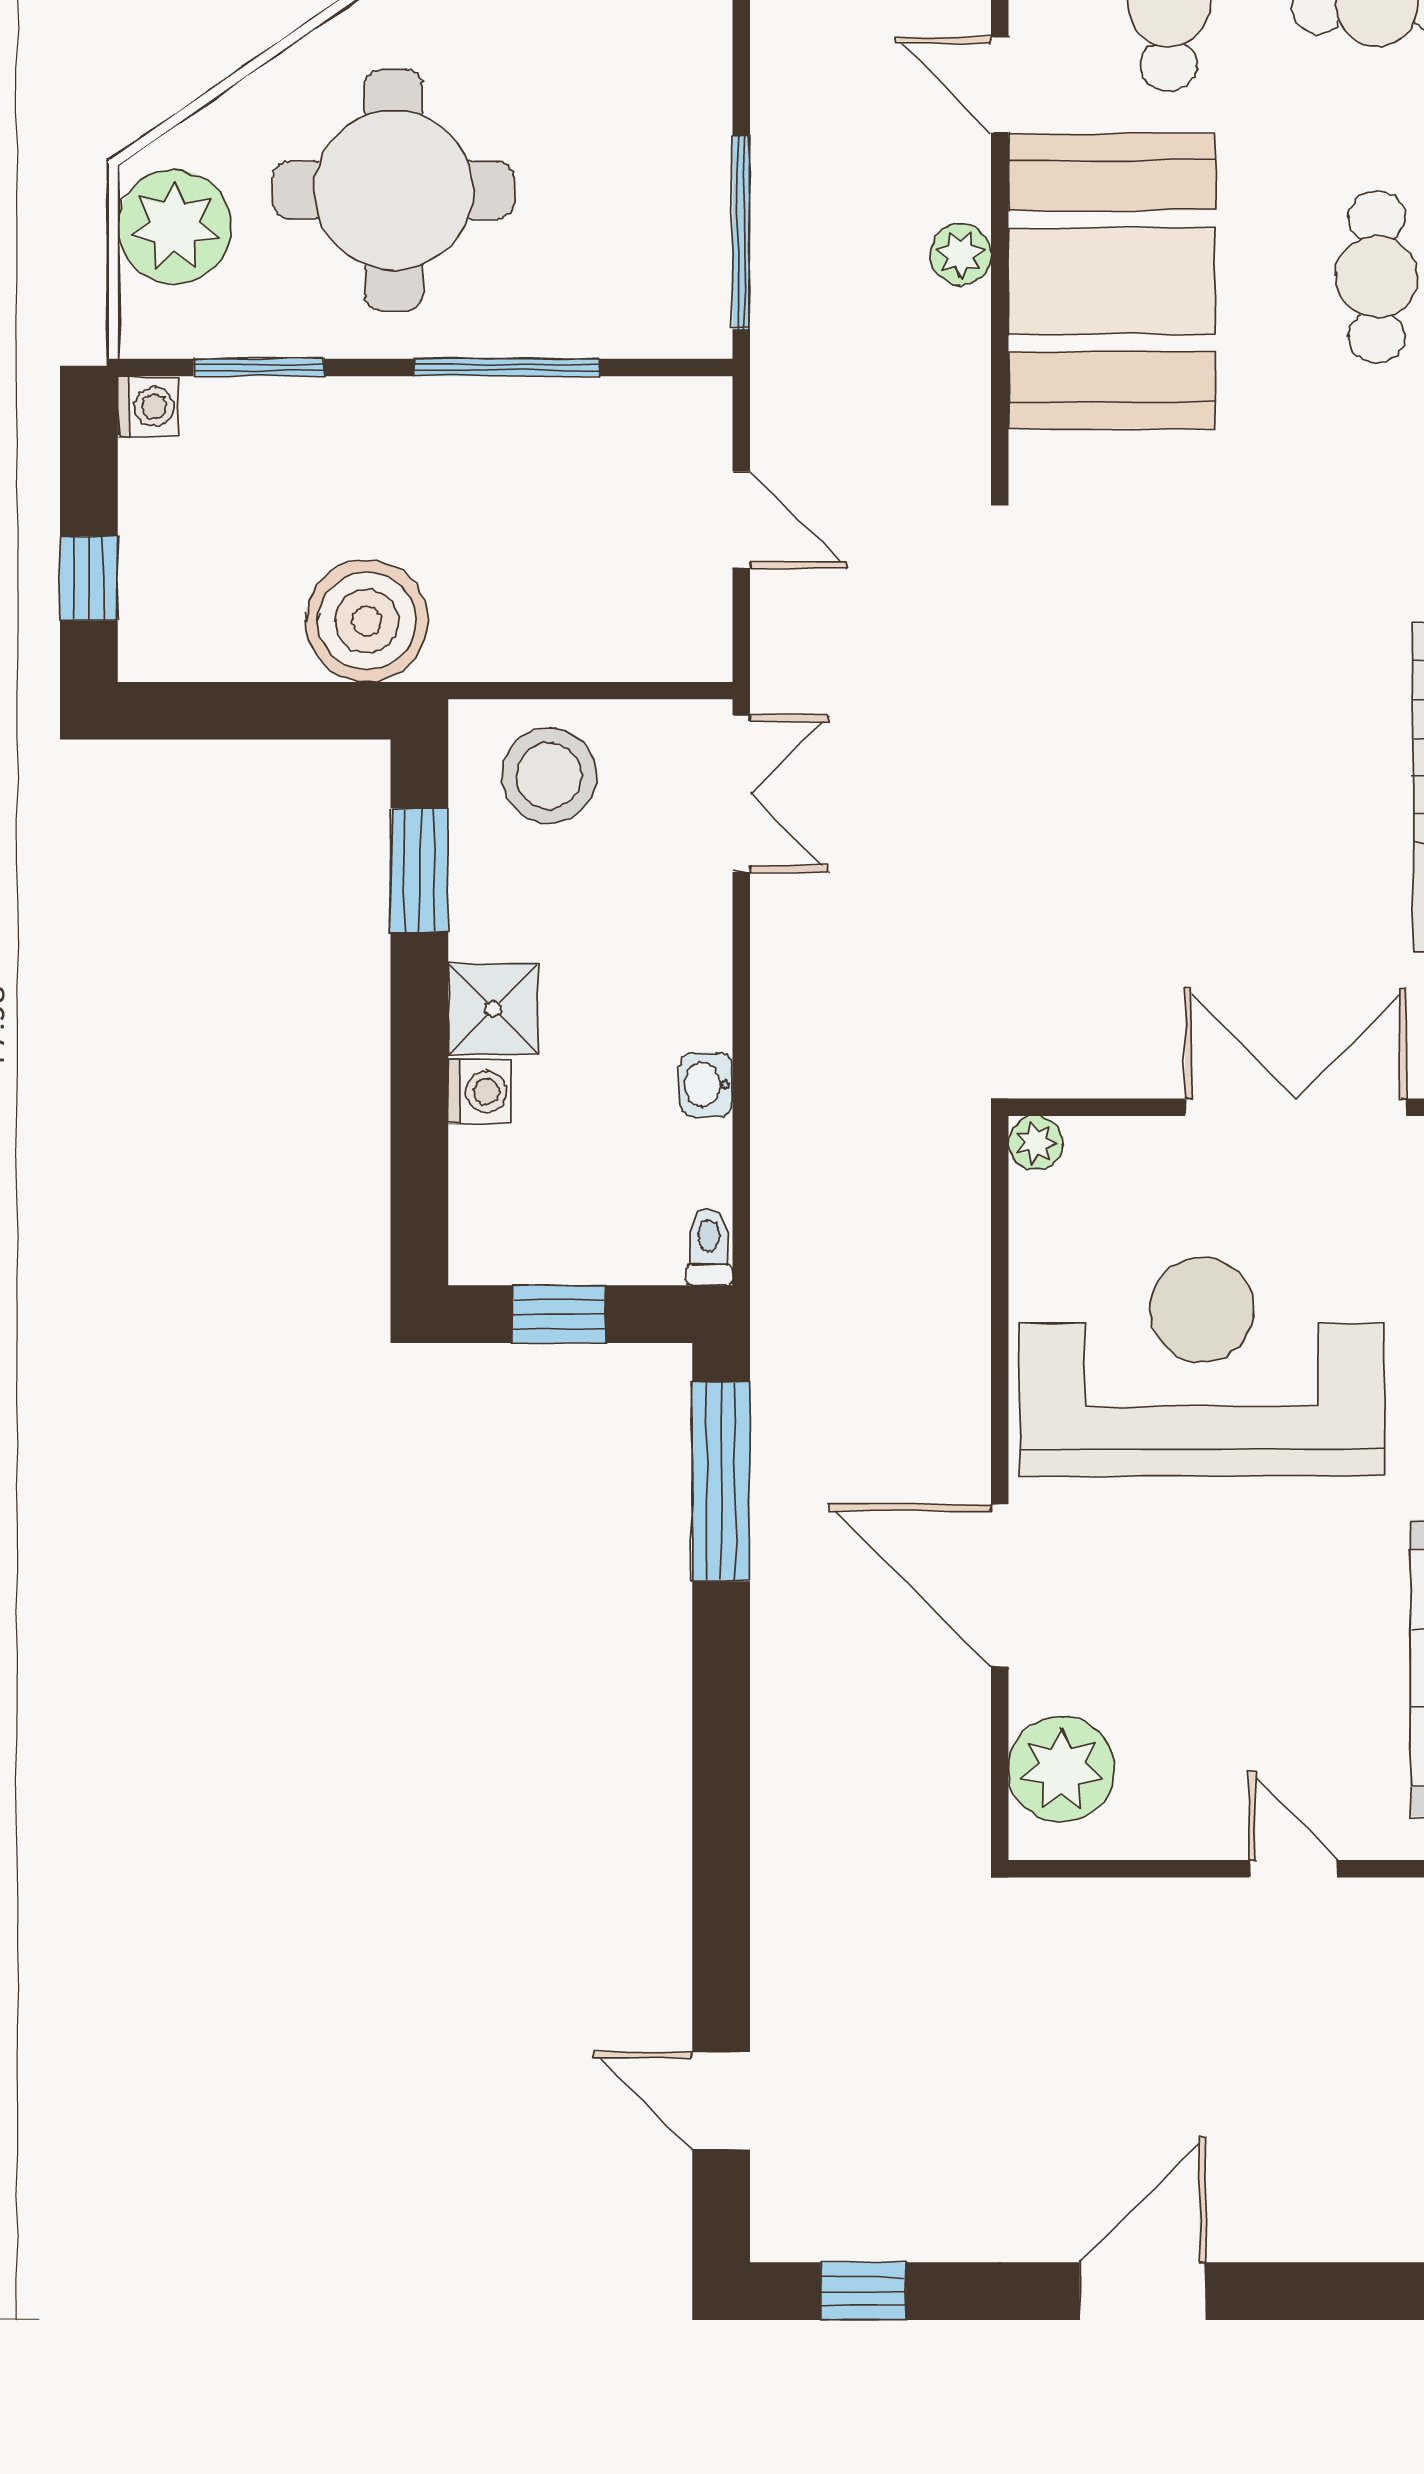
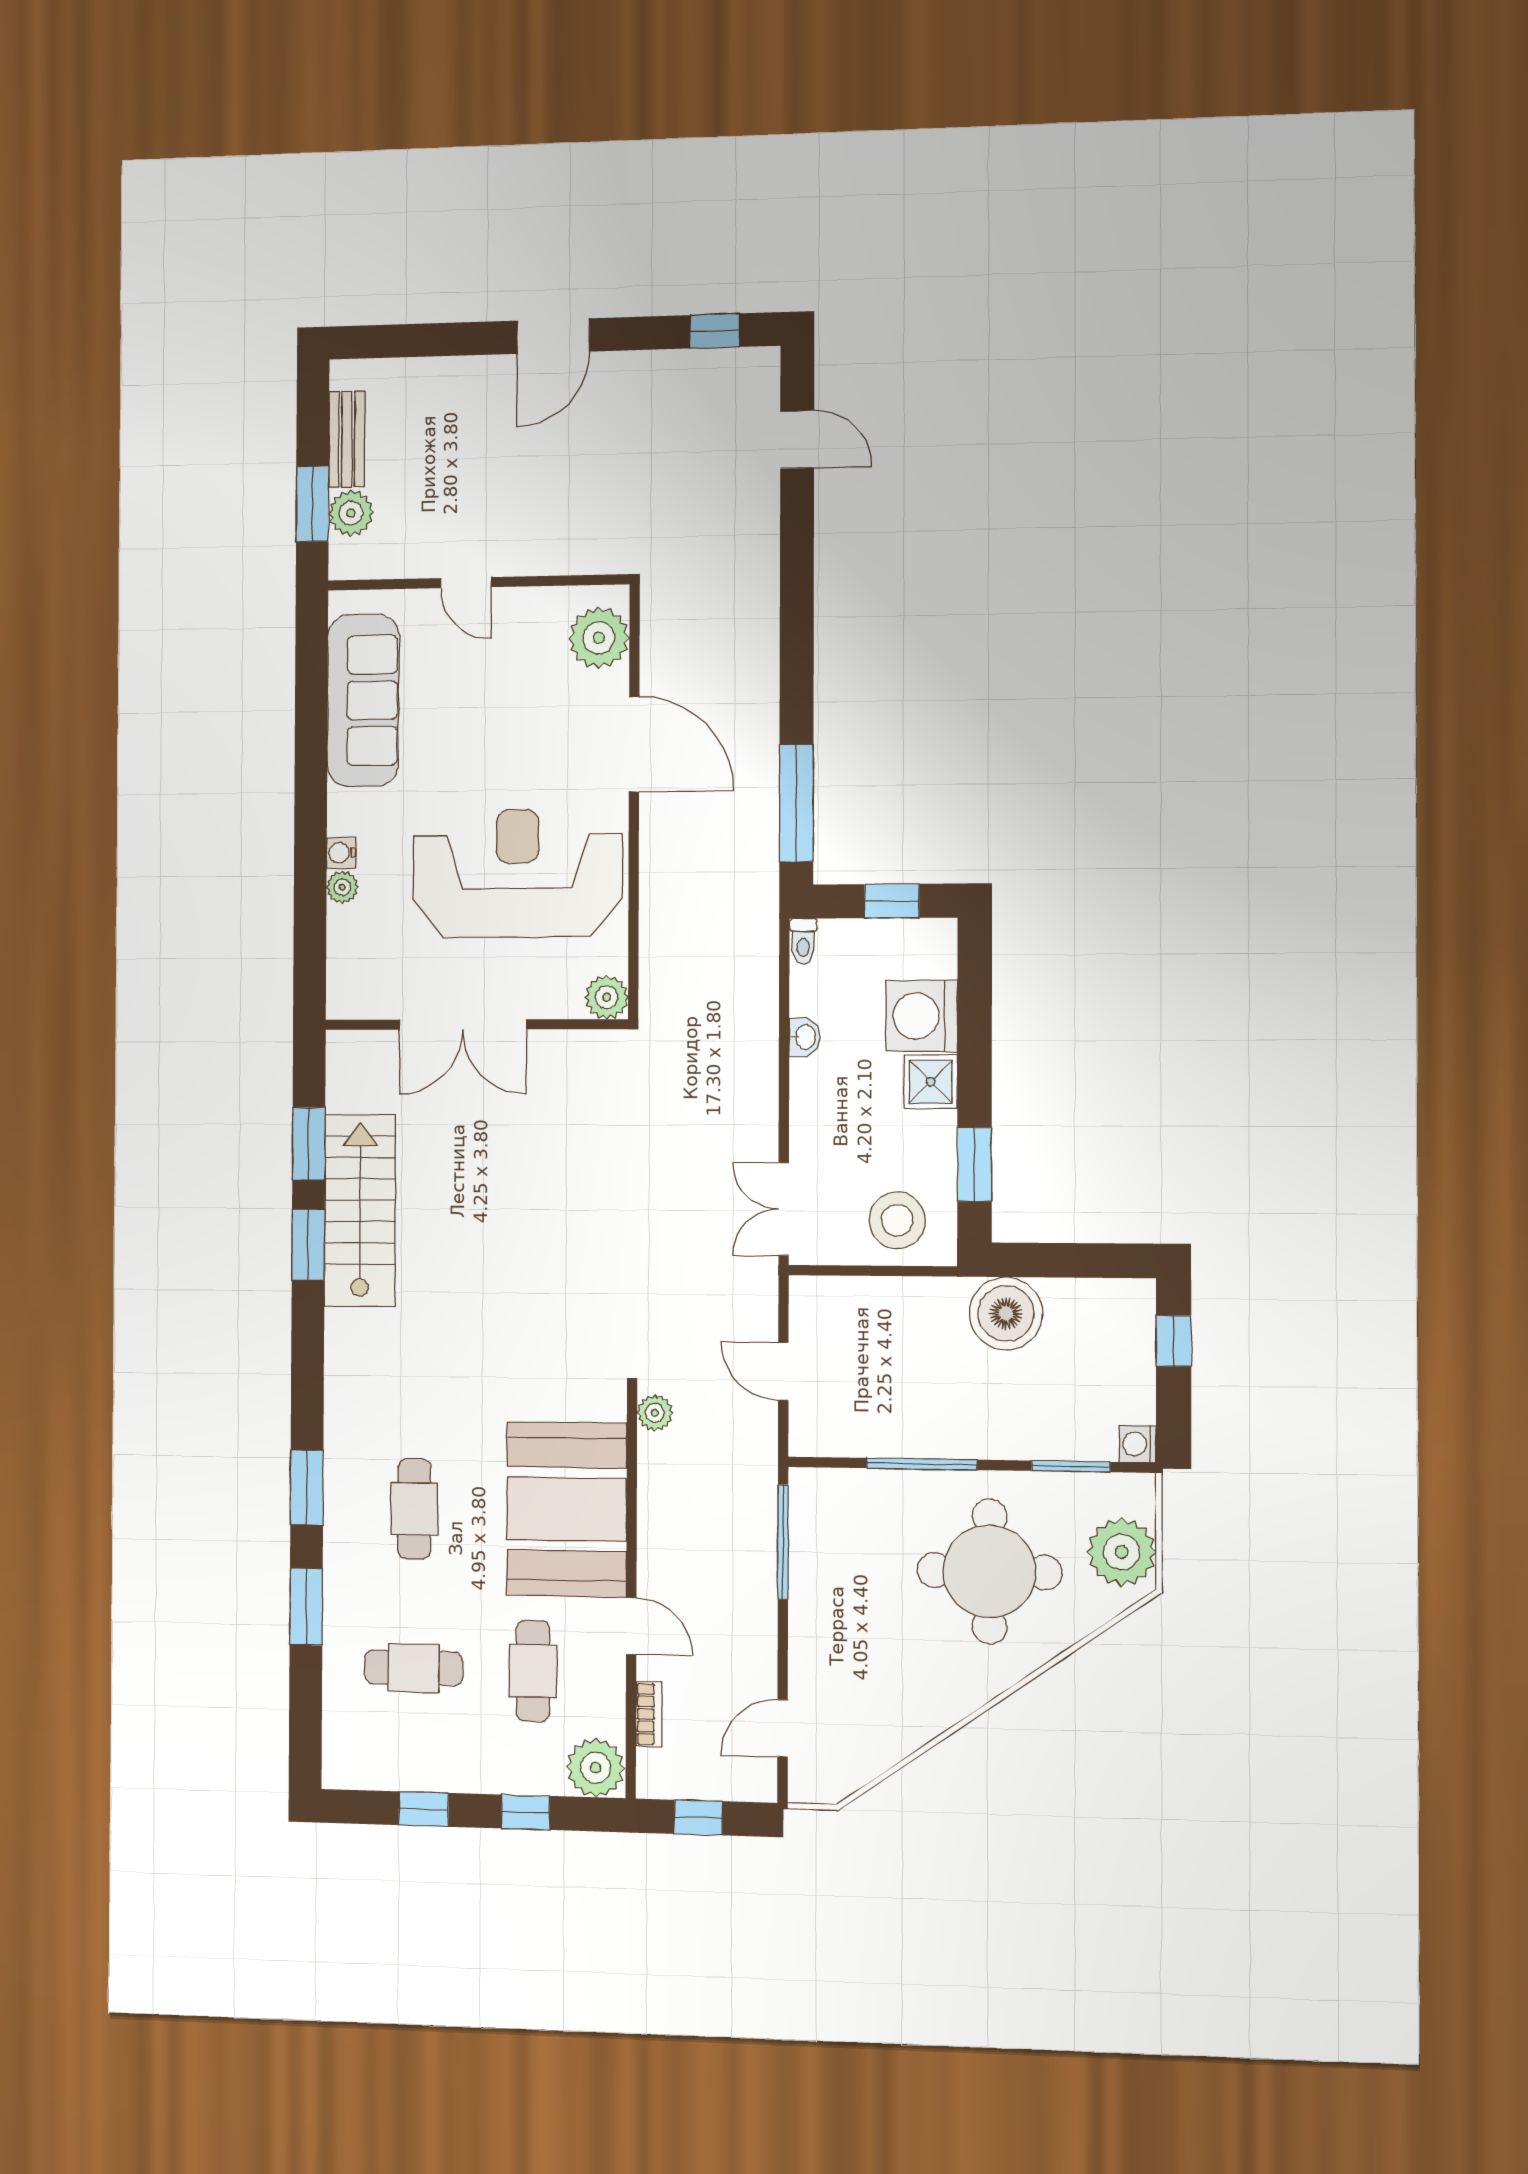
plant: (960, 254) -> (655, 1413), moved
washing machine: (480, 1091) -> (922, 1016), width x1.89, depth x1.89
plant: (1036, 1143) -> (607, 997), width x1.38, depth x1.38
reception desk: (1202, 1367) -> (517, 873), turned 180

